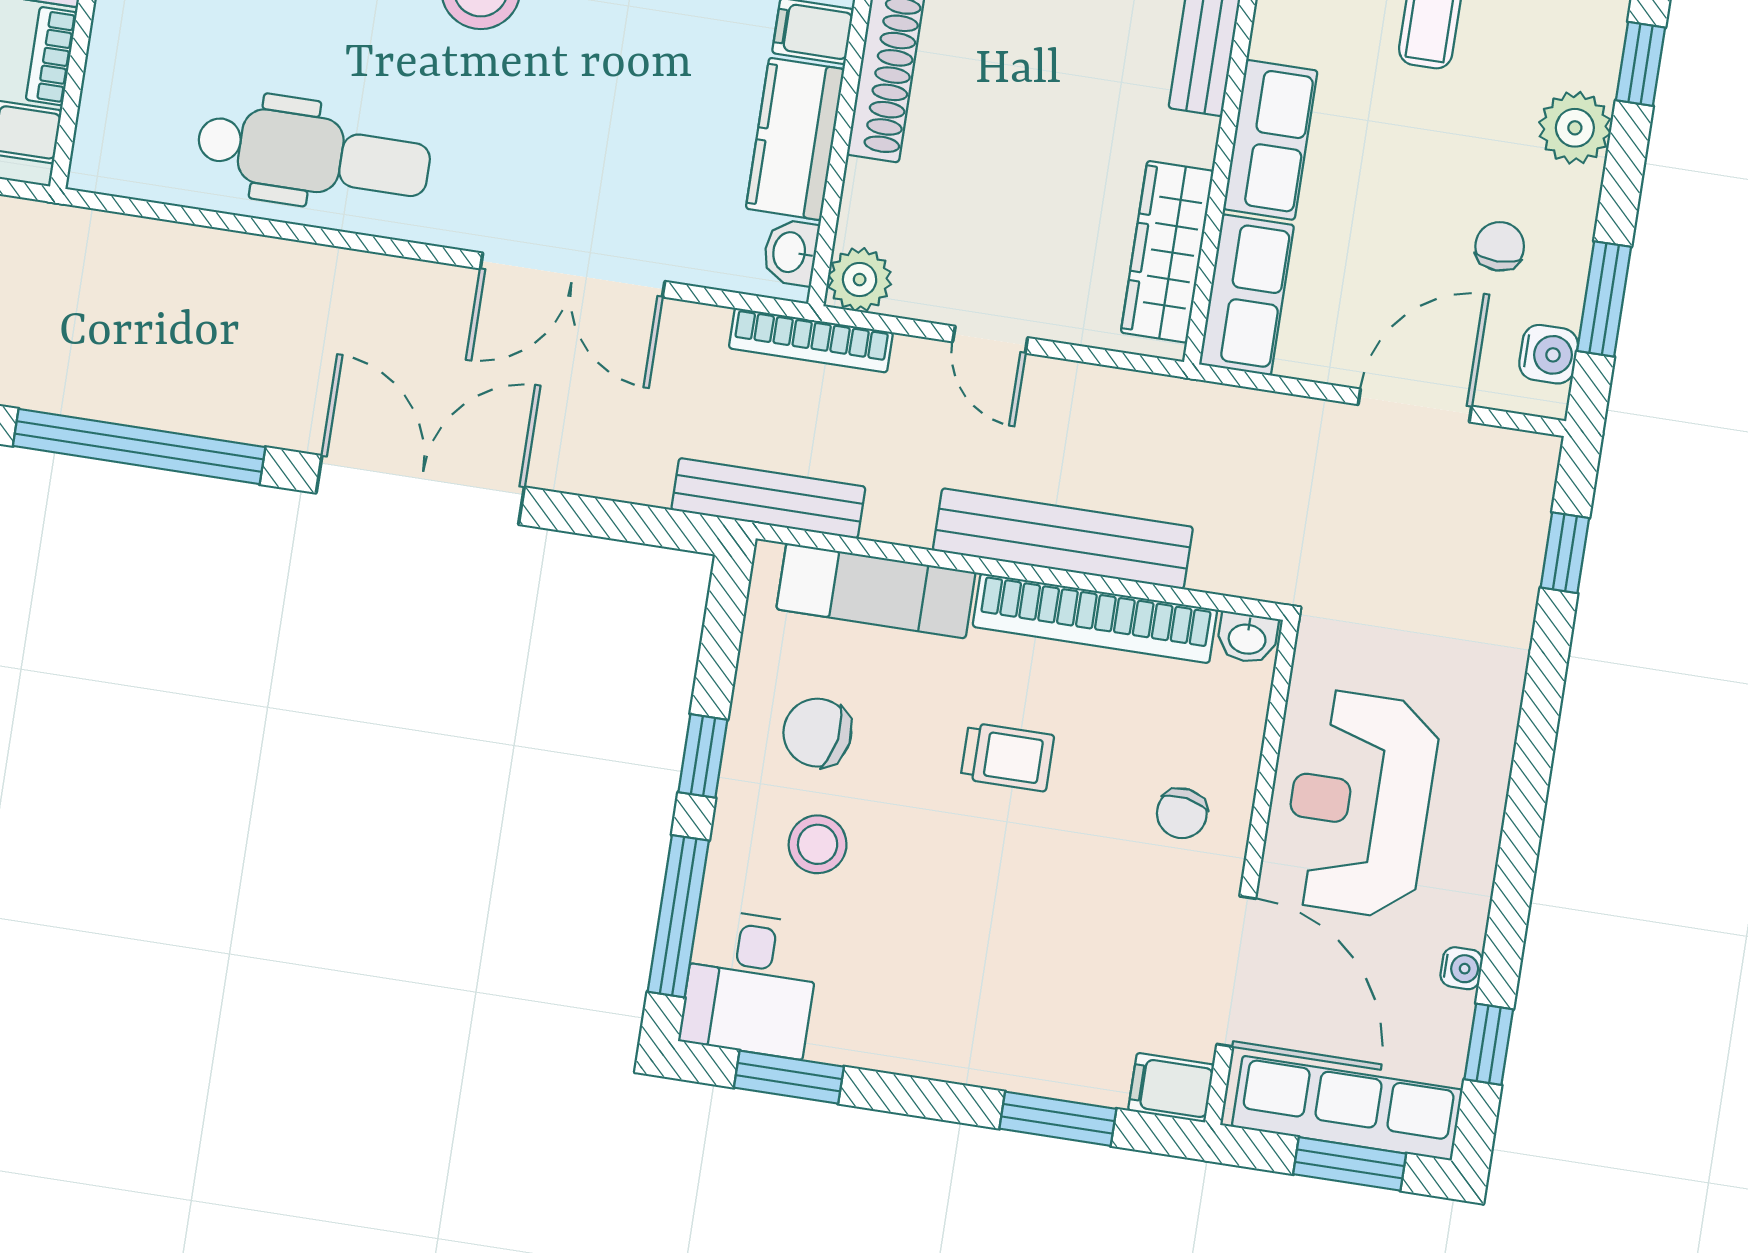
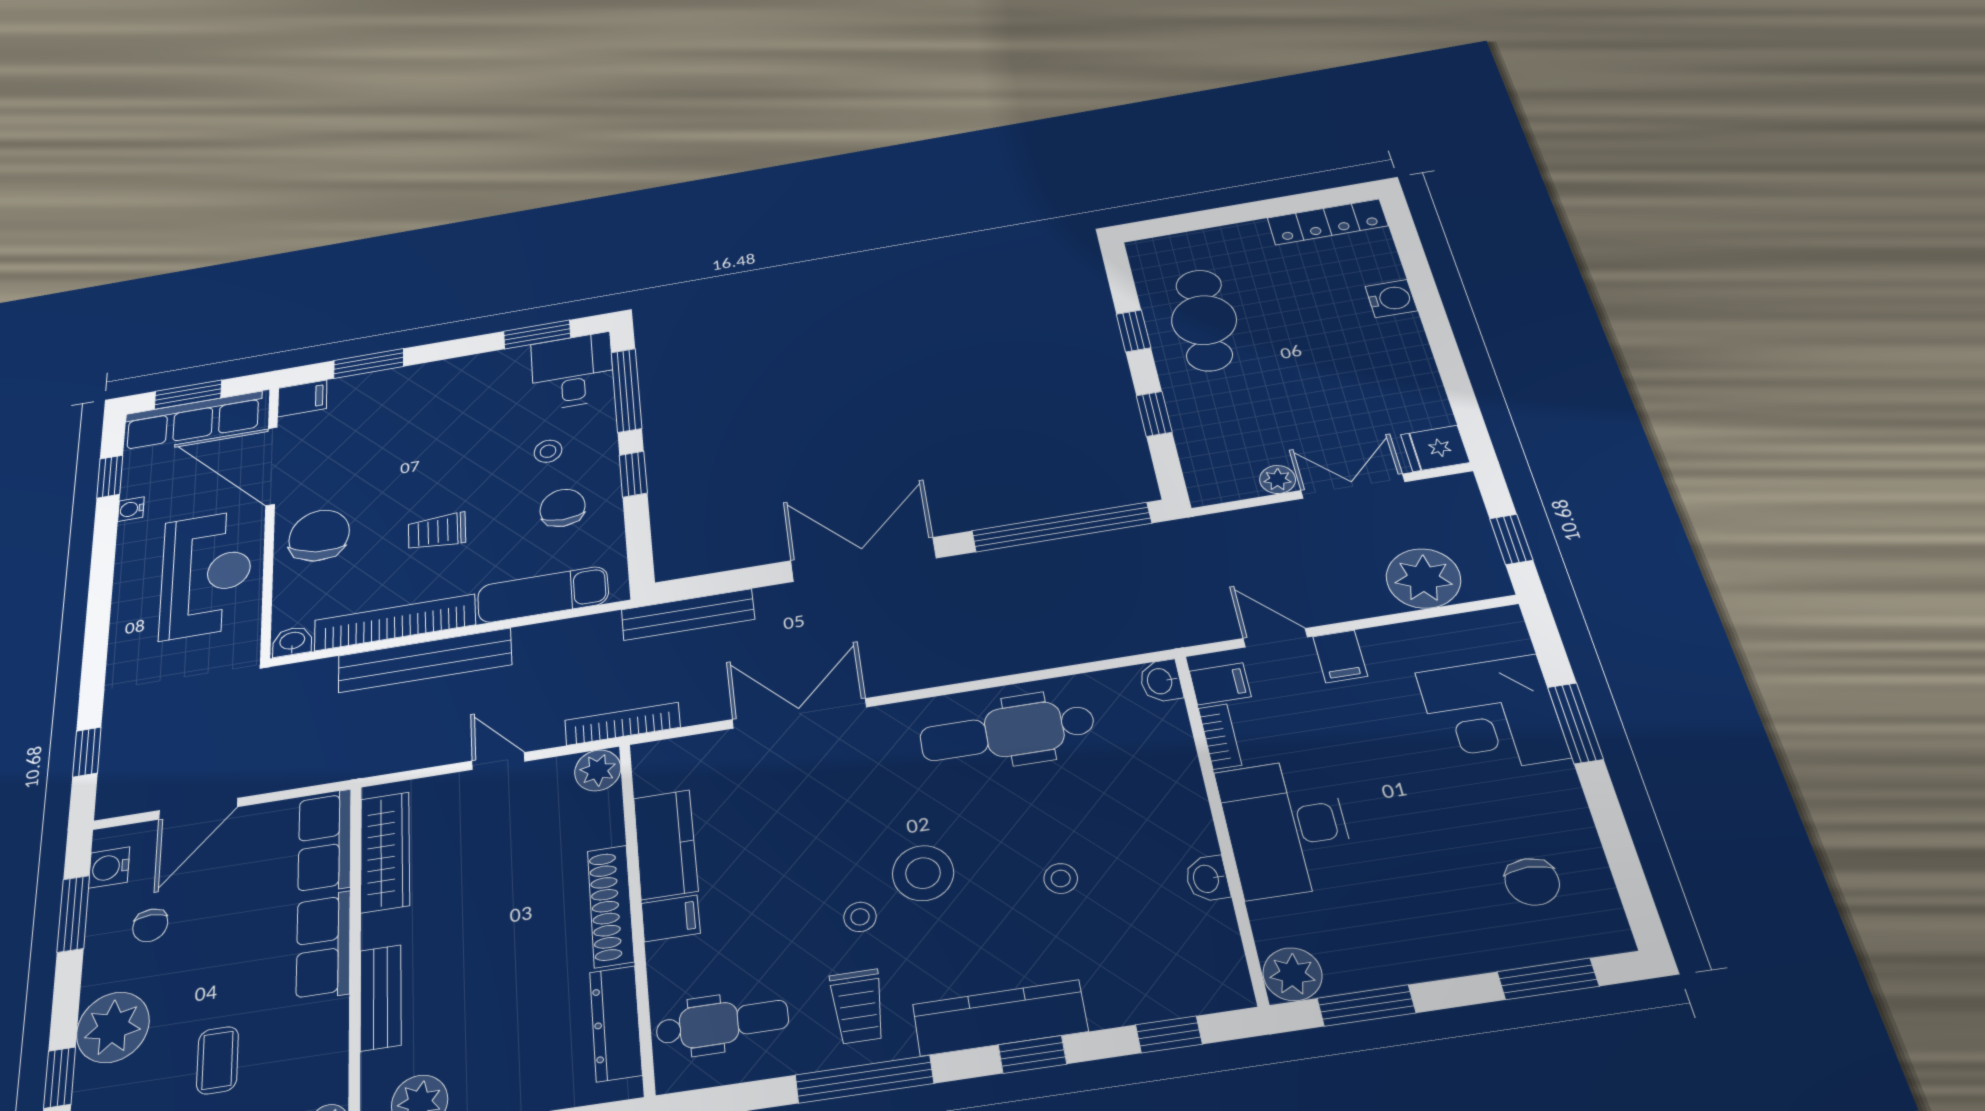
plant: (1575, 128) -> (113, 1027), width x1.36, depth x1.36
washbasin: (791, 252) -> (1161, 681), moved, turned 180
double door: (420, 490) -> (863, 559), swing flipped
bench: (768, 498) -> (688, 615), moved
chair: (817, 733) -> (563, 508), turned -99
chair: (1182, 813) -> (319, 536), width x1.87, depth x1.87
stool: (818, 844) -> (548, 451), width x0.73, depth x0.73

